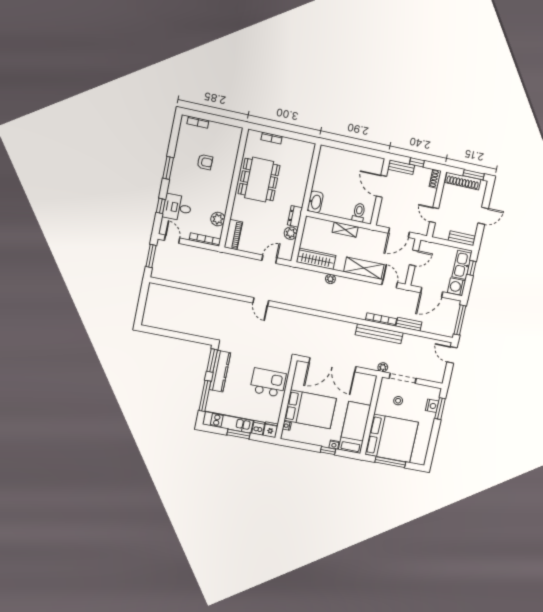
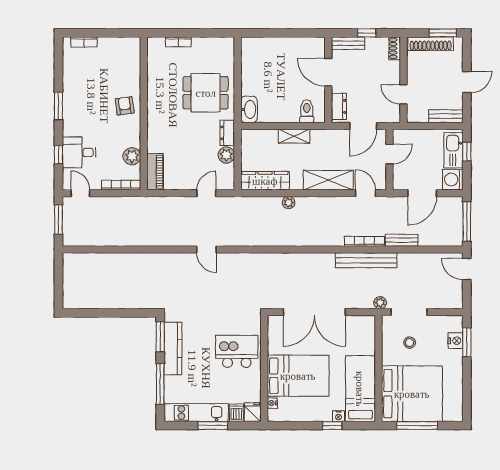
armchair: (205, 162) -> (125, 106), moved, turned -97
dining table: (259, 180) -> (206, 93), moved, width x0.73
dresser: (384, 214) -> (339, 106), added

